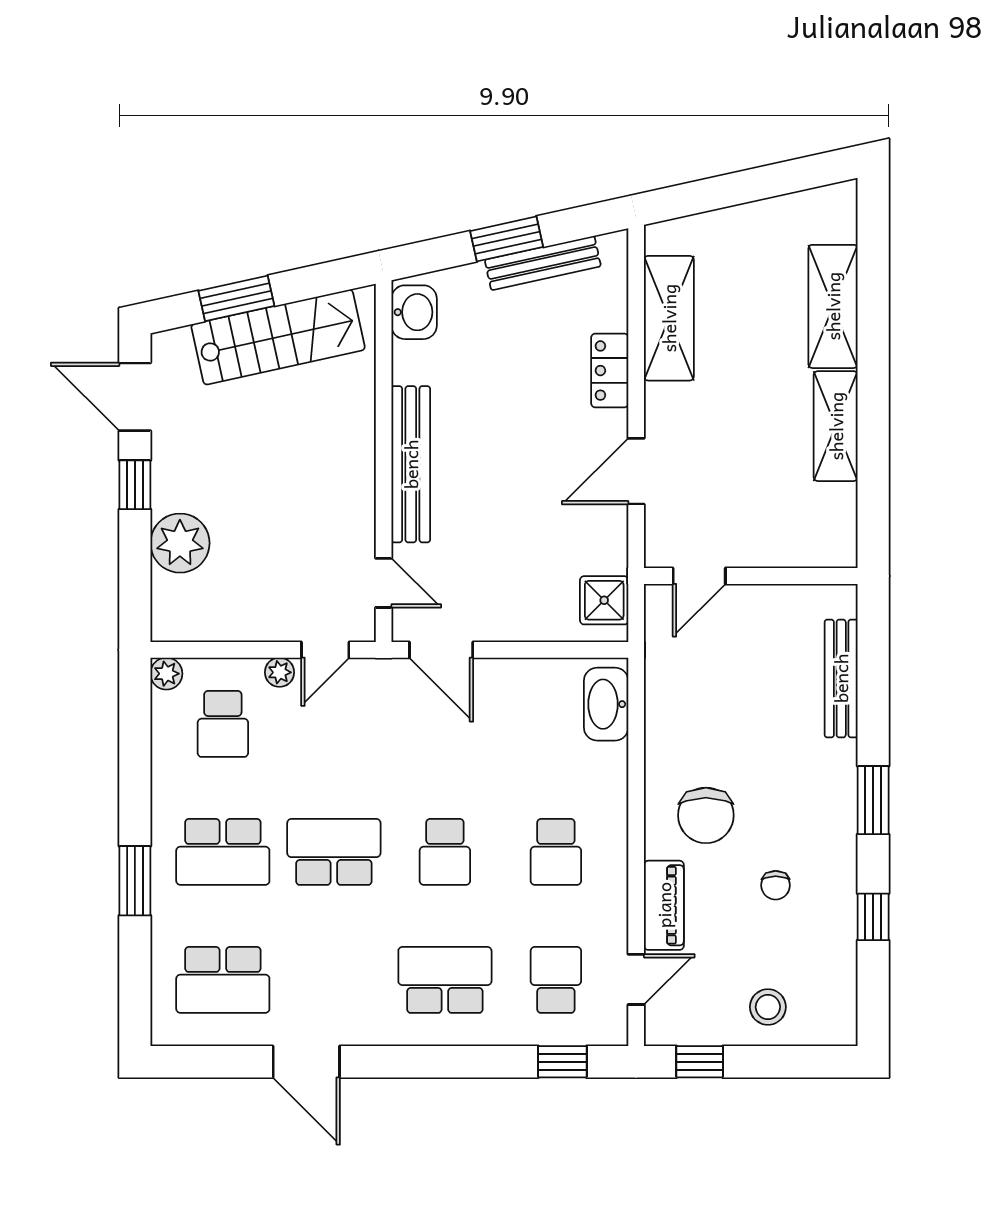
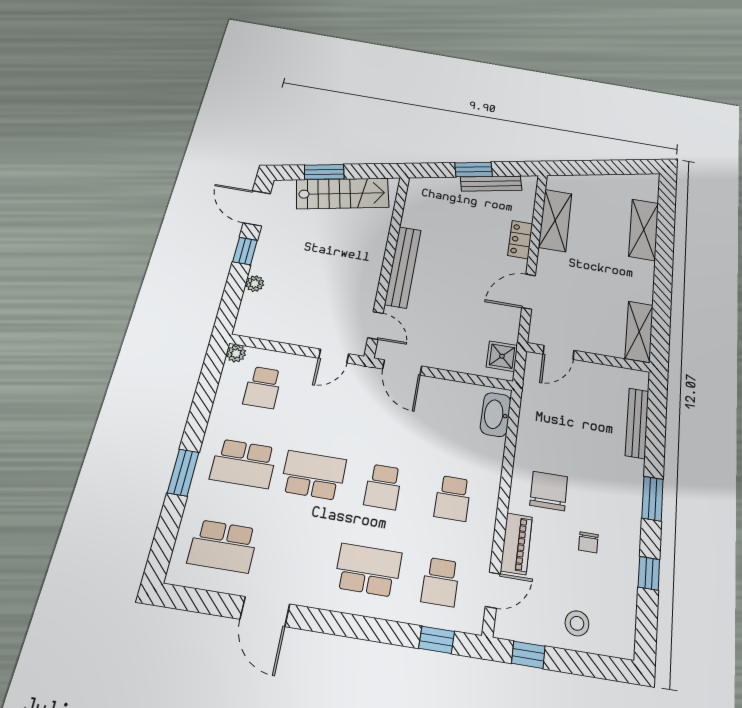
washbasin: (414, 312) -> (419, 194), removed
shelving: (836, 426) -> (639, 332), moved
plant: (180, 543) -> (255, 284), width x0.53, depth x0.53
plant: (279, 672) -> (304, 364), removed
chair: (706, 815) -> (549, 491), turned 180
school desk: (556, 980) -> (441, 582), turned 180

